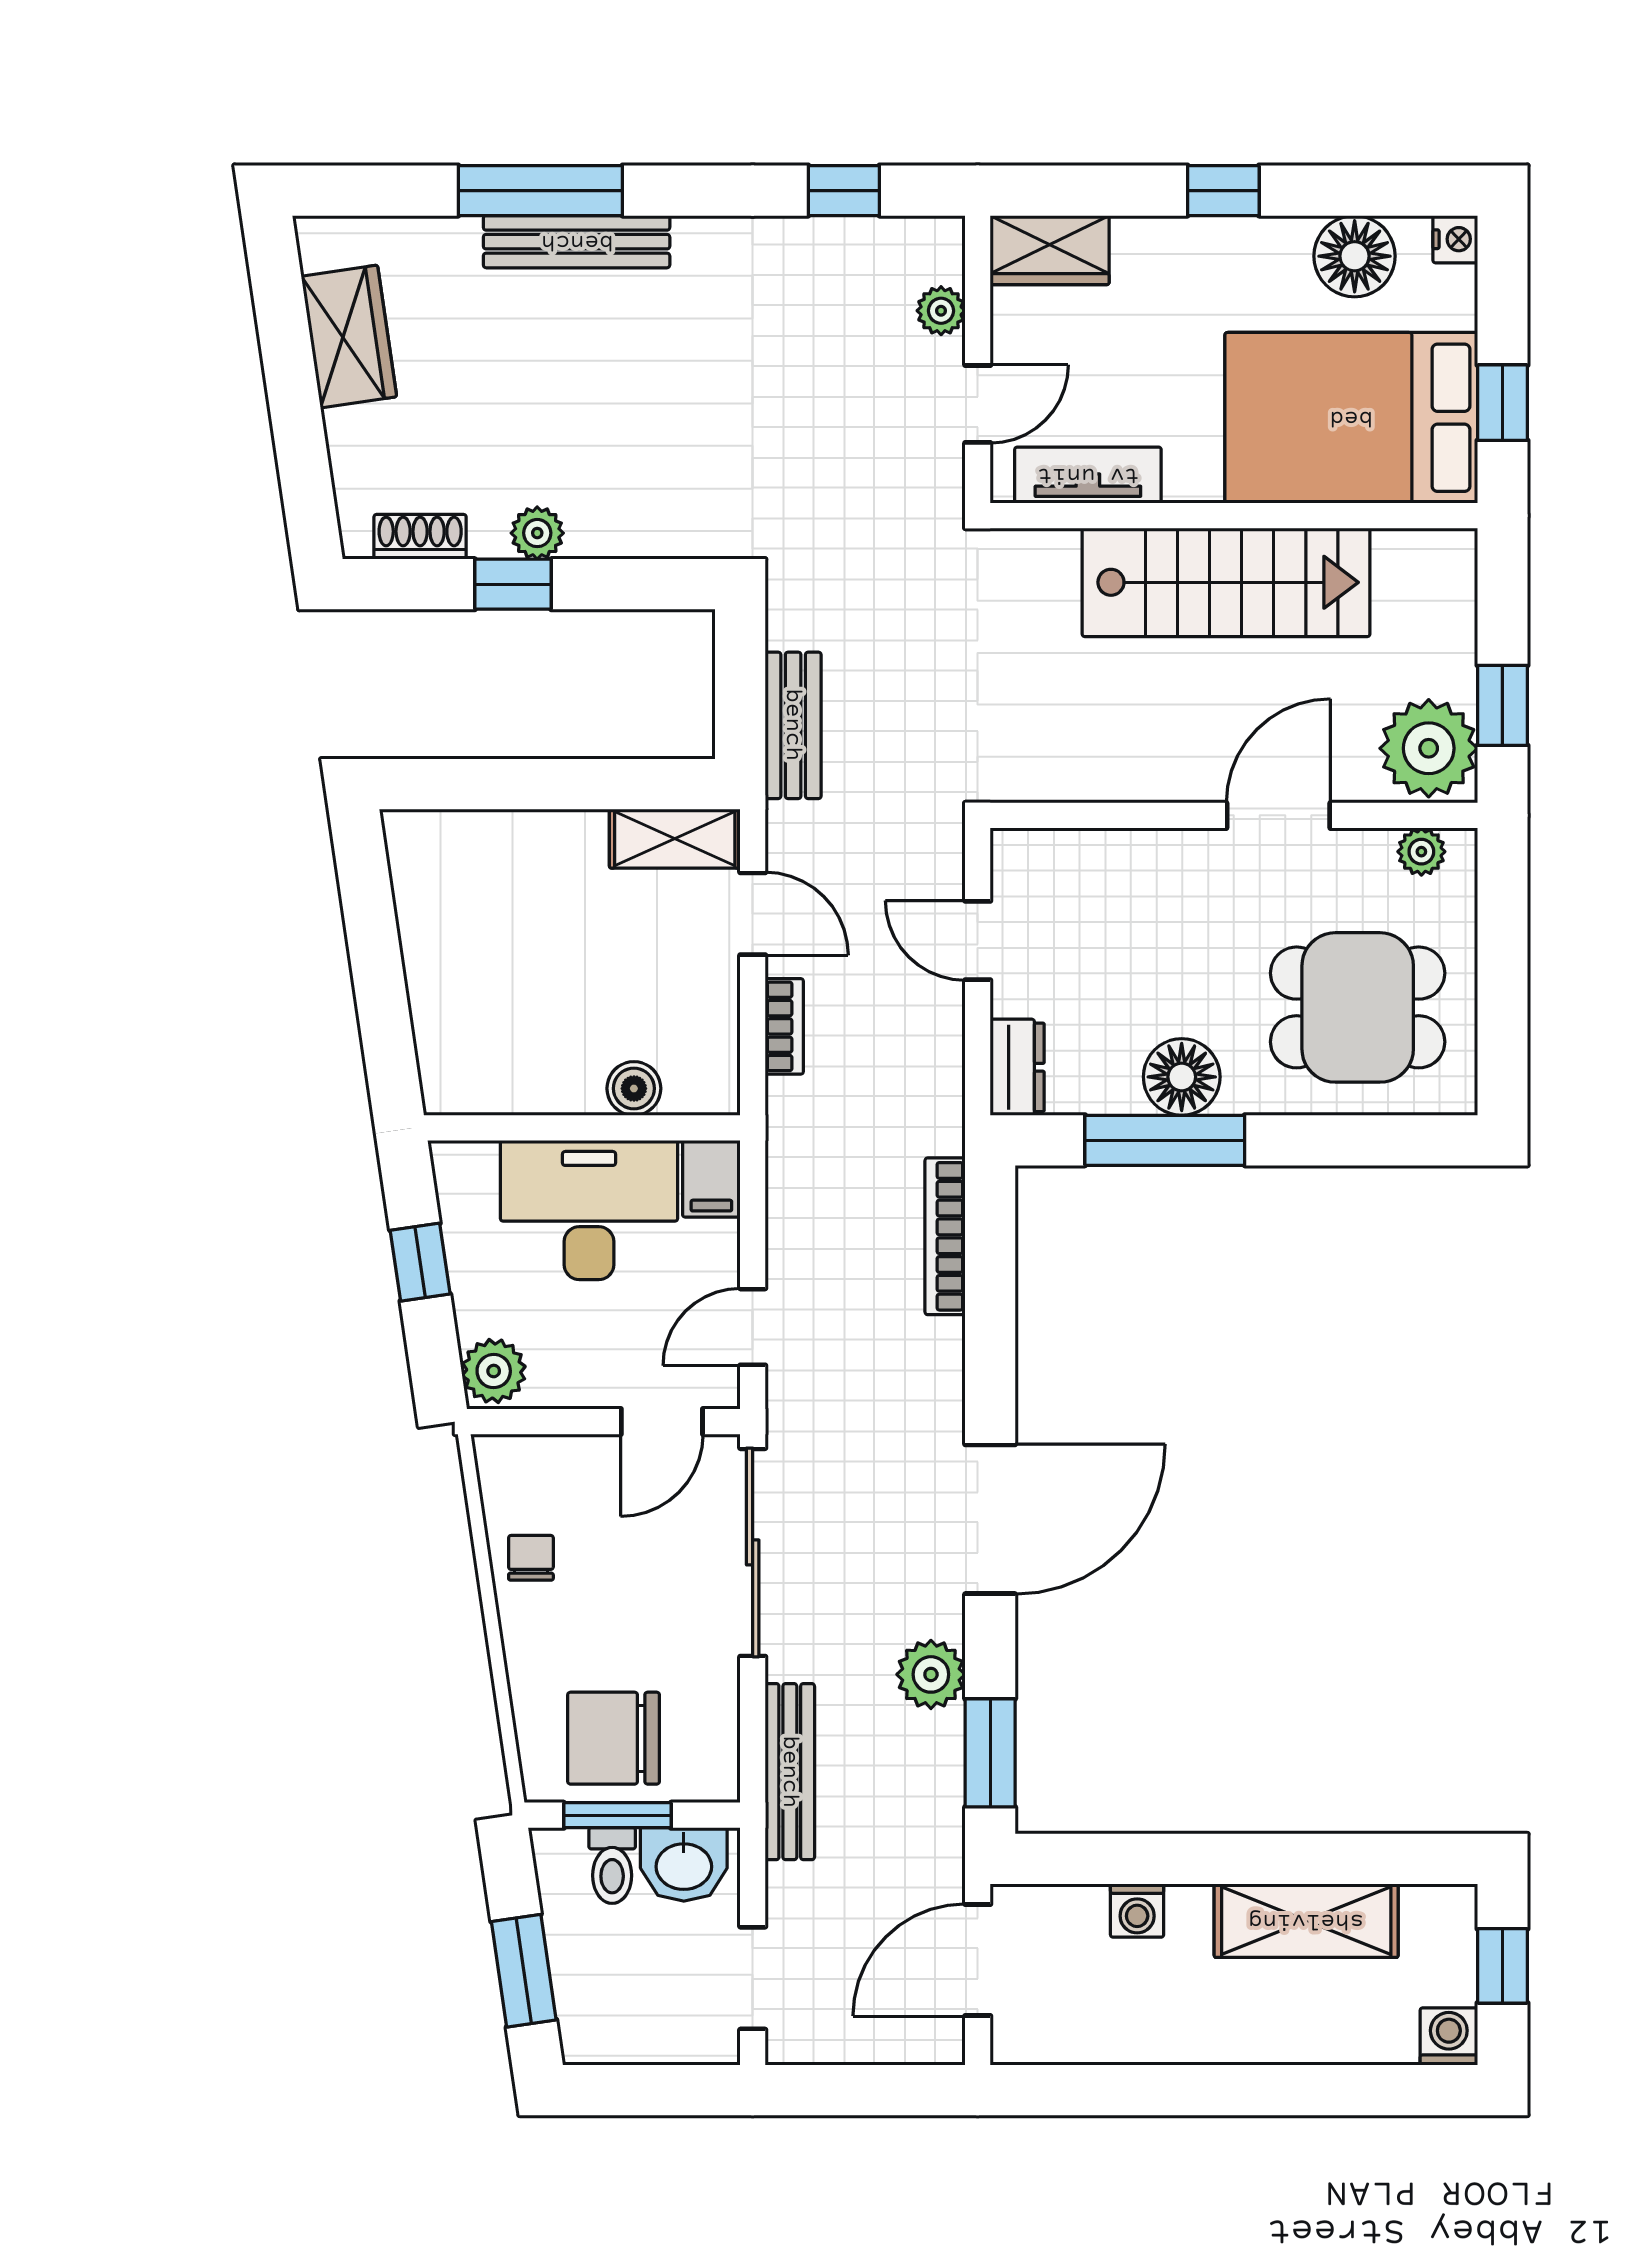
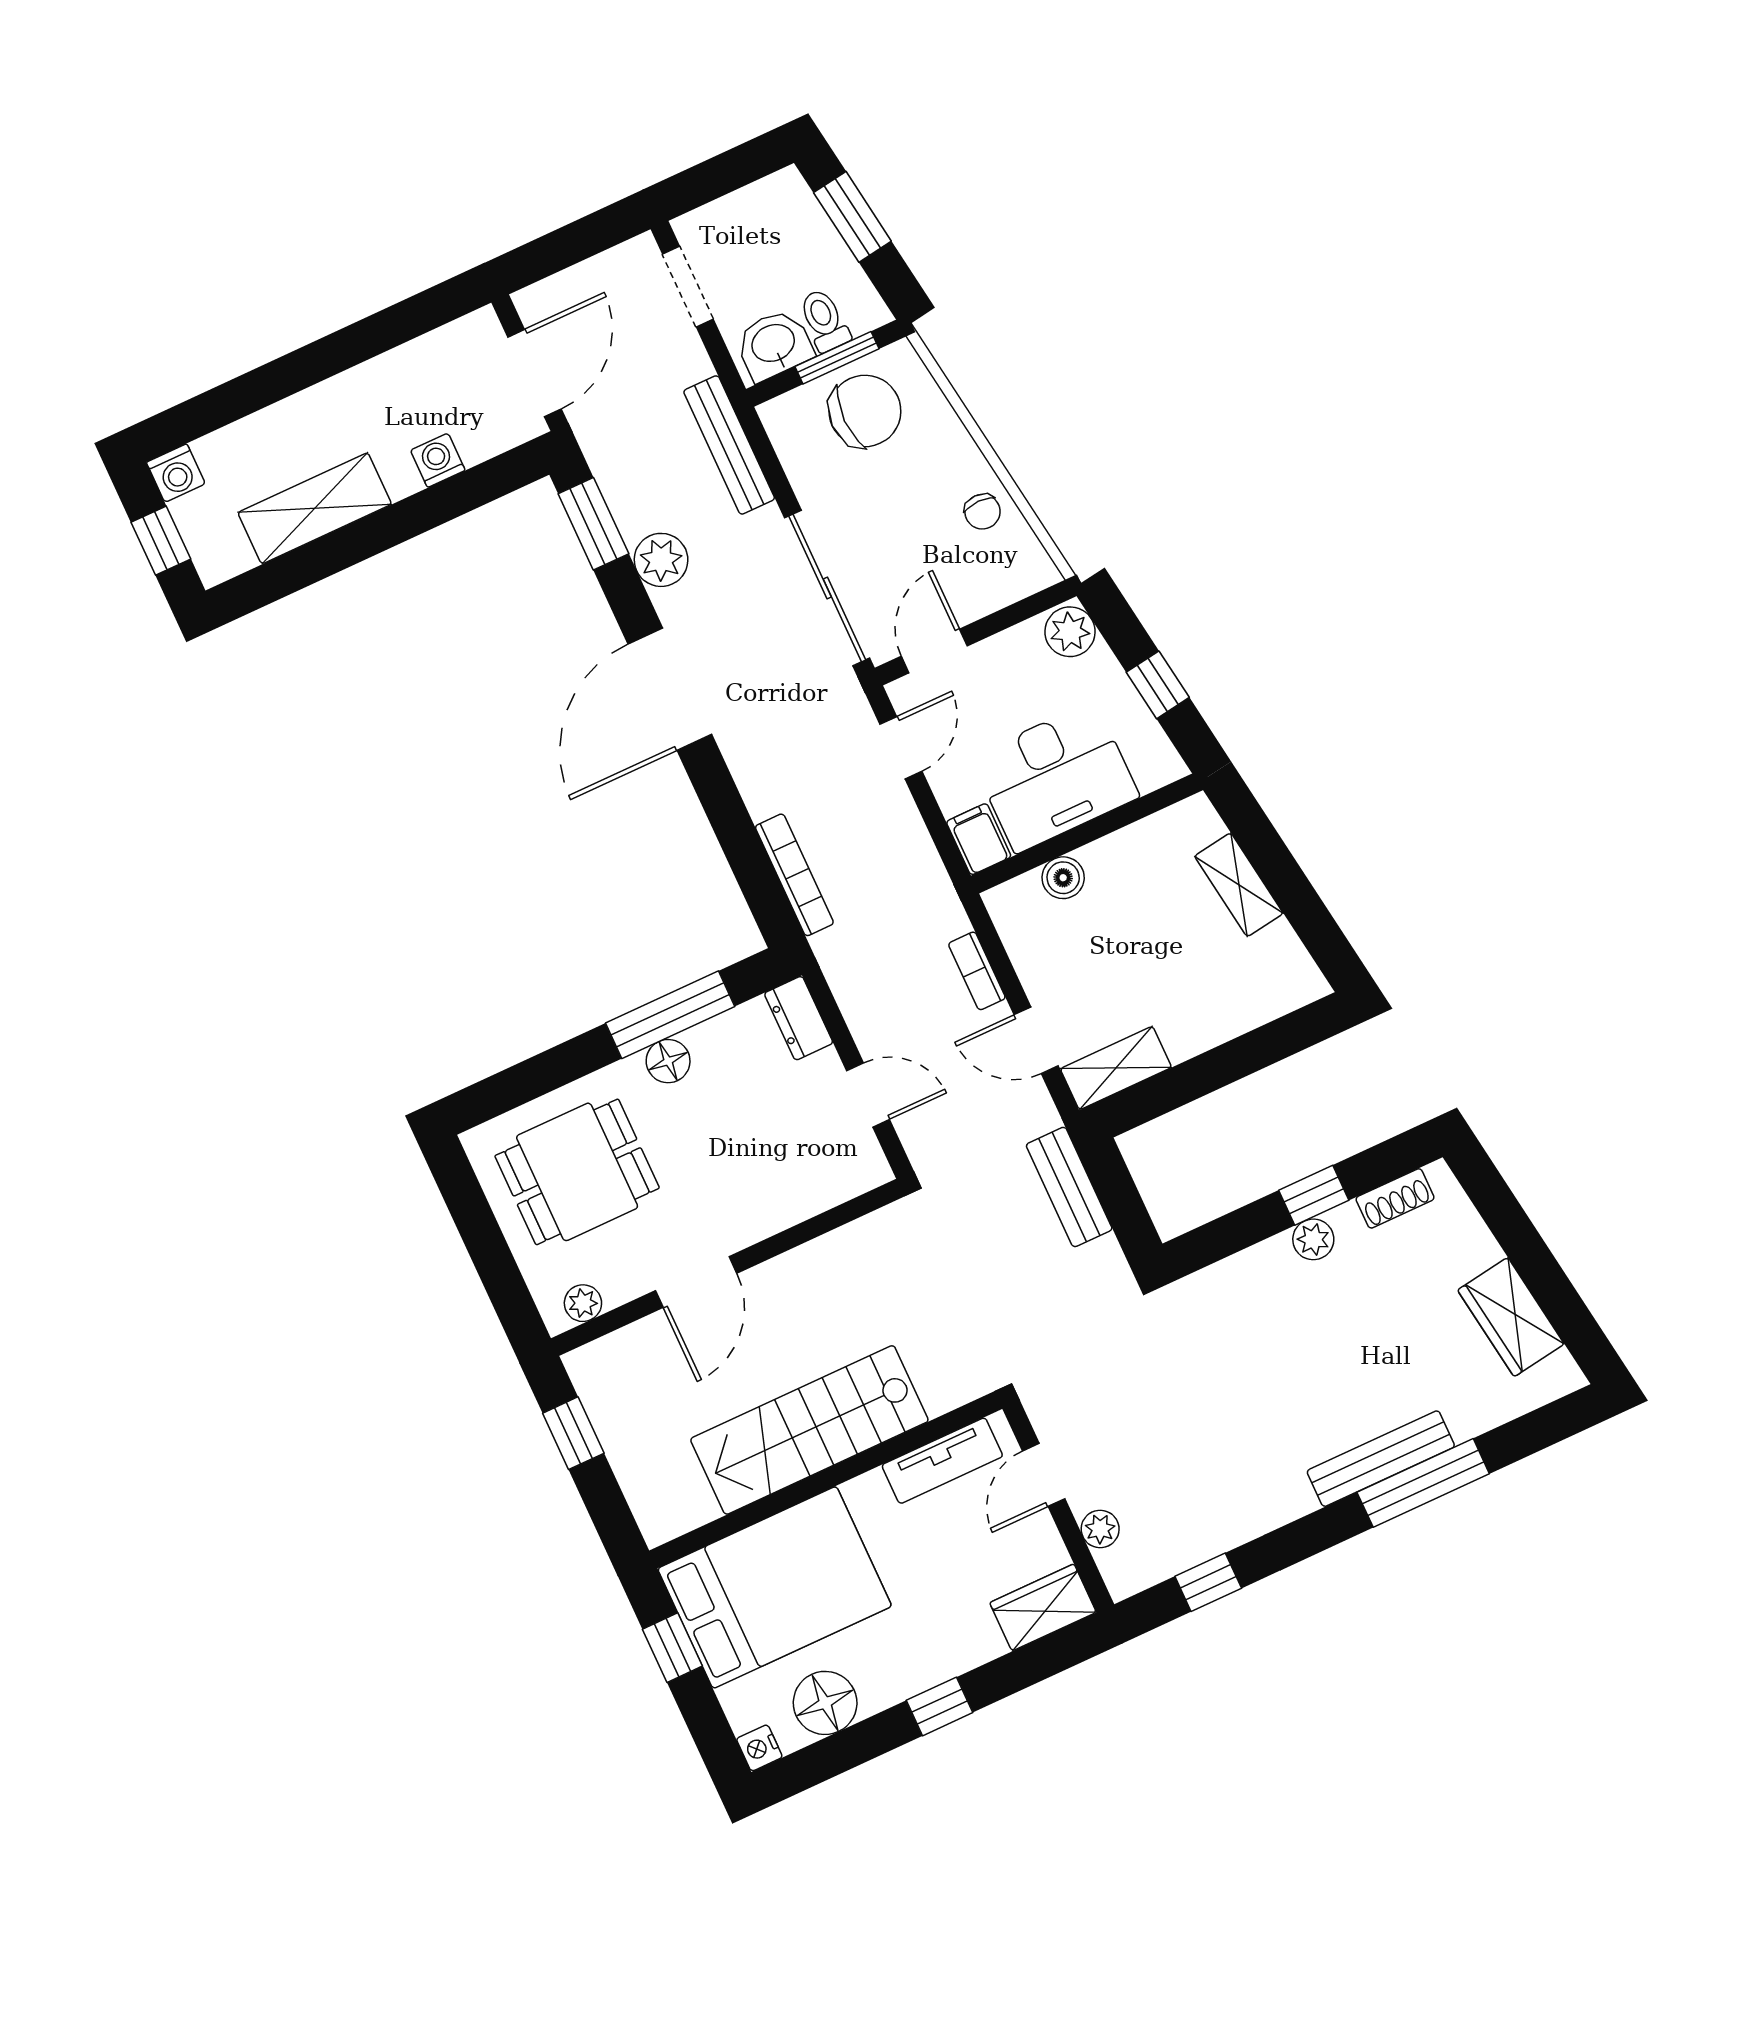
plant: (1429, 748) -> (612, 1379), removed
shelving: (433, 986) -> (1239, 885), added
floor lamp: (1182, 1077) -> (668, 1061), width x0.73, depth x0.73

